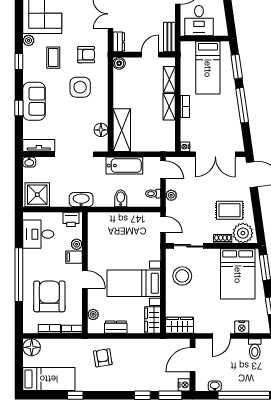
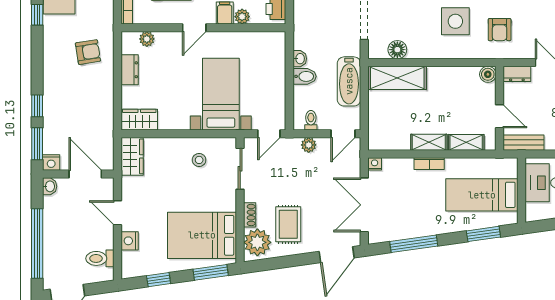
window: (242, 105) -> (414, 244), moved
washbasin: (81, 200) -> (300, 59), moved, width x0.52, depth x0.69
stool: (182, 276) -> (199, 160), width x0.53, depth x0.53
bed with nightstands: (134, 283) -> (221, 94), moved
washbasin: (215, 386) -> (50, 186), moved

